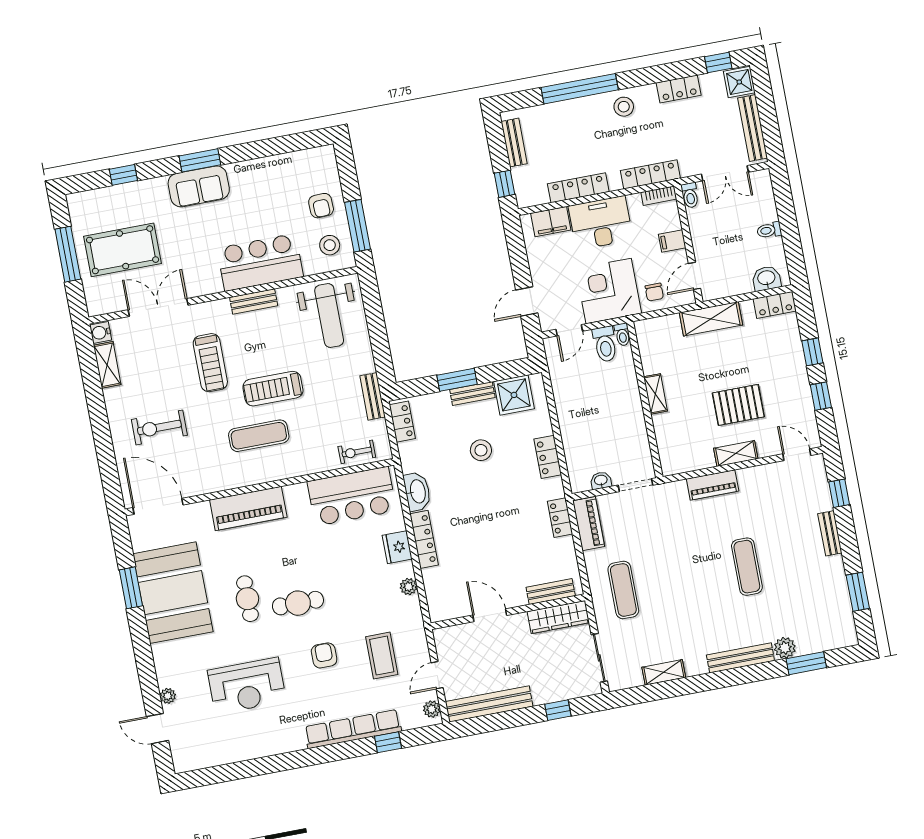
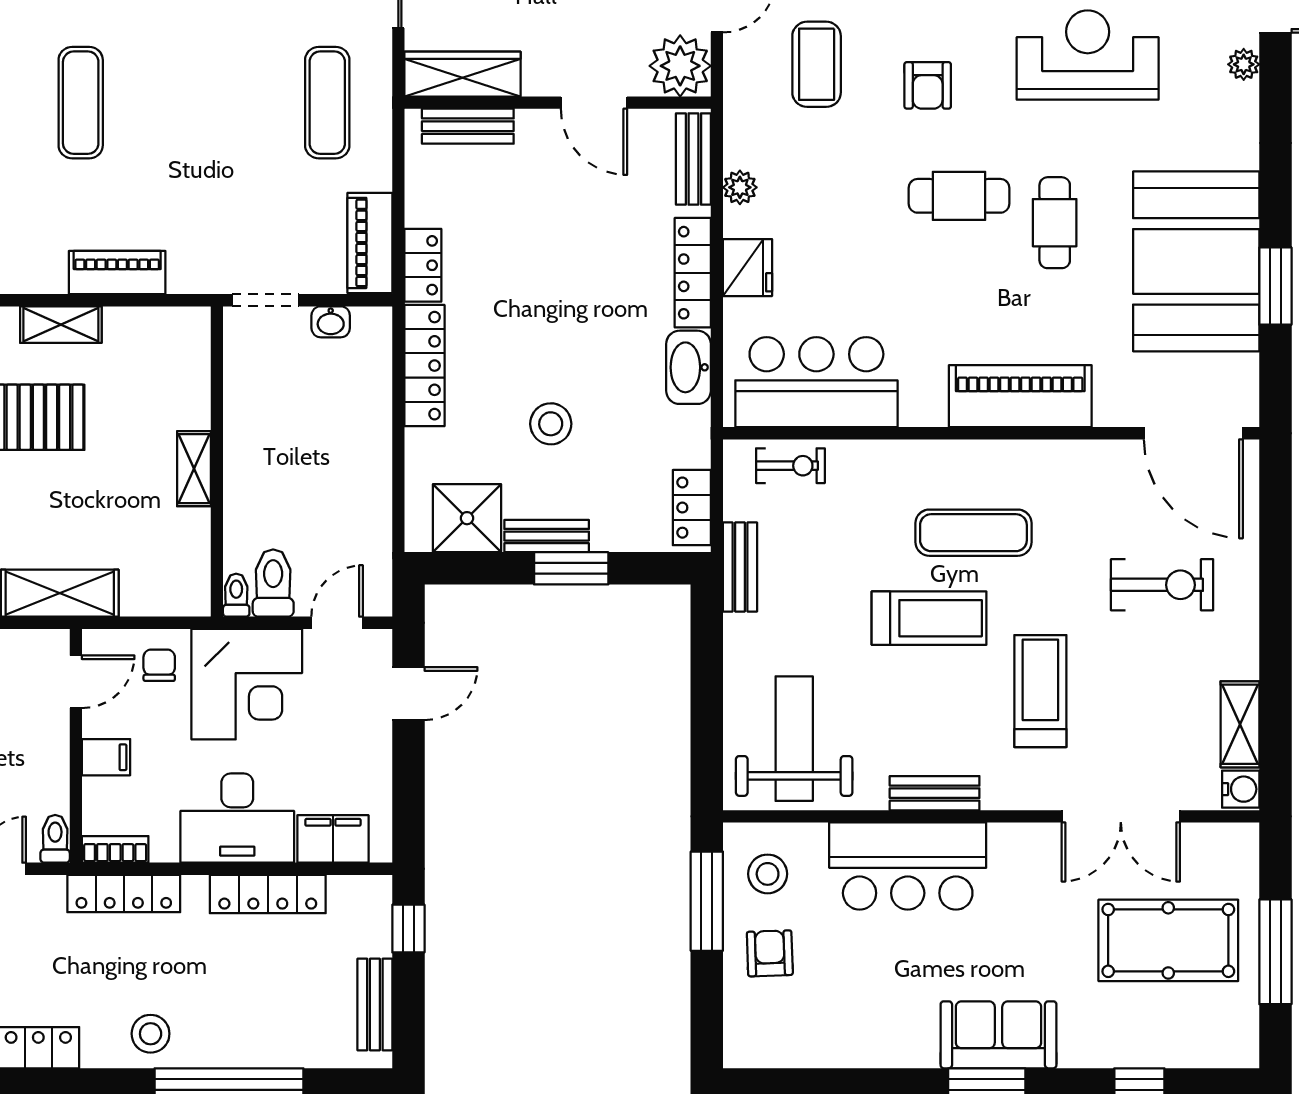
locker: (548, 457) -> (425, 366), width x1.53
bench: (435, 596) -> (693, 159), added
plant: (450, 642) -> (680, 66), added

